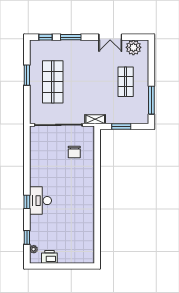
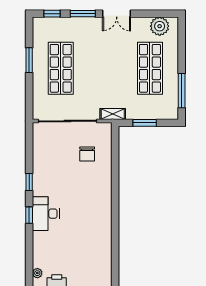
double door: (110, 37) -> (117, 14), moved
shop shelf: (126, 82) -> (150, 68), width x1.43, depth x1.36
window: (27, 237) -> (29, 182), moved

